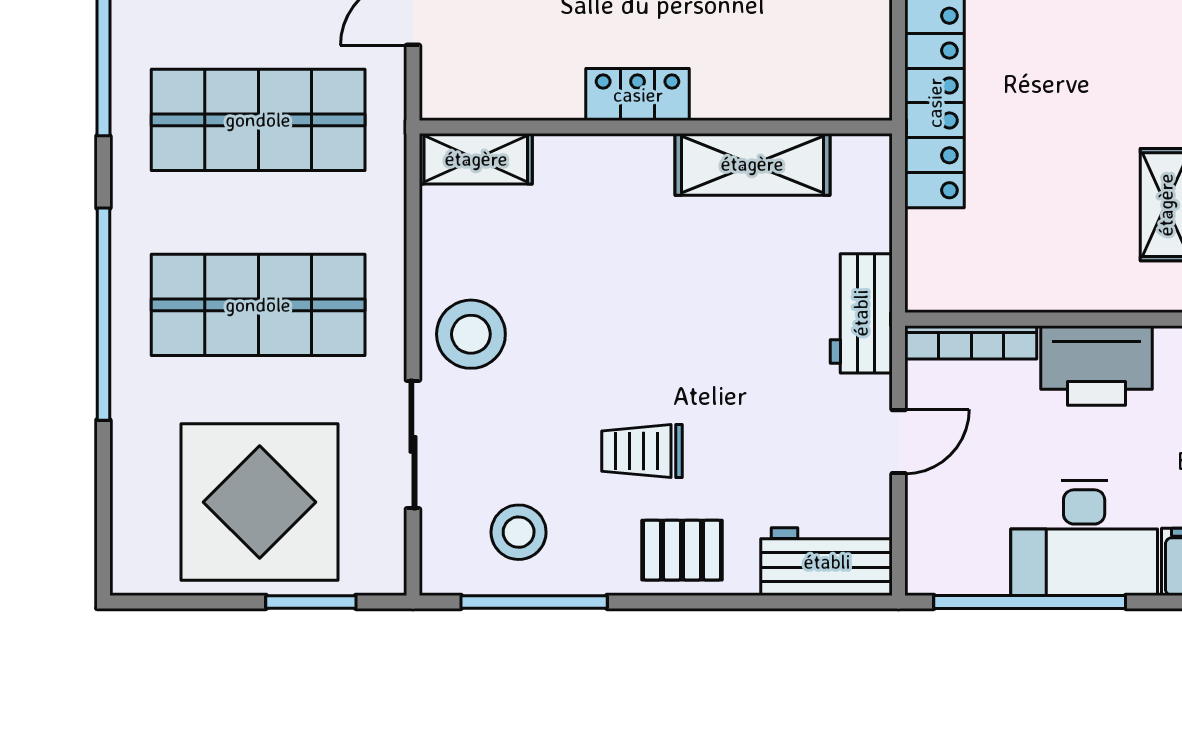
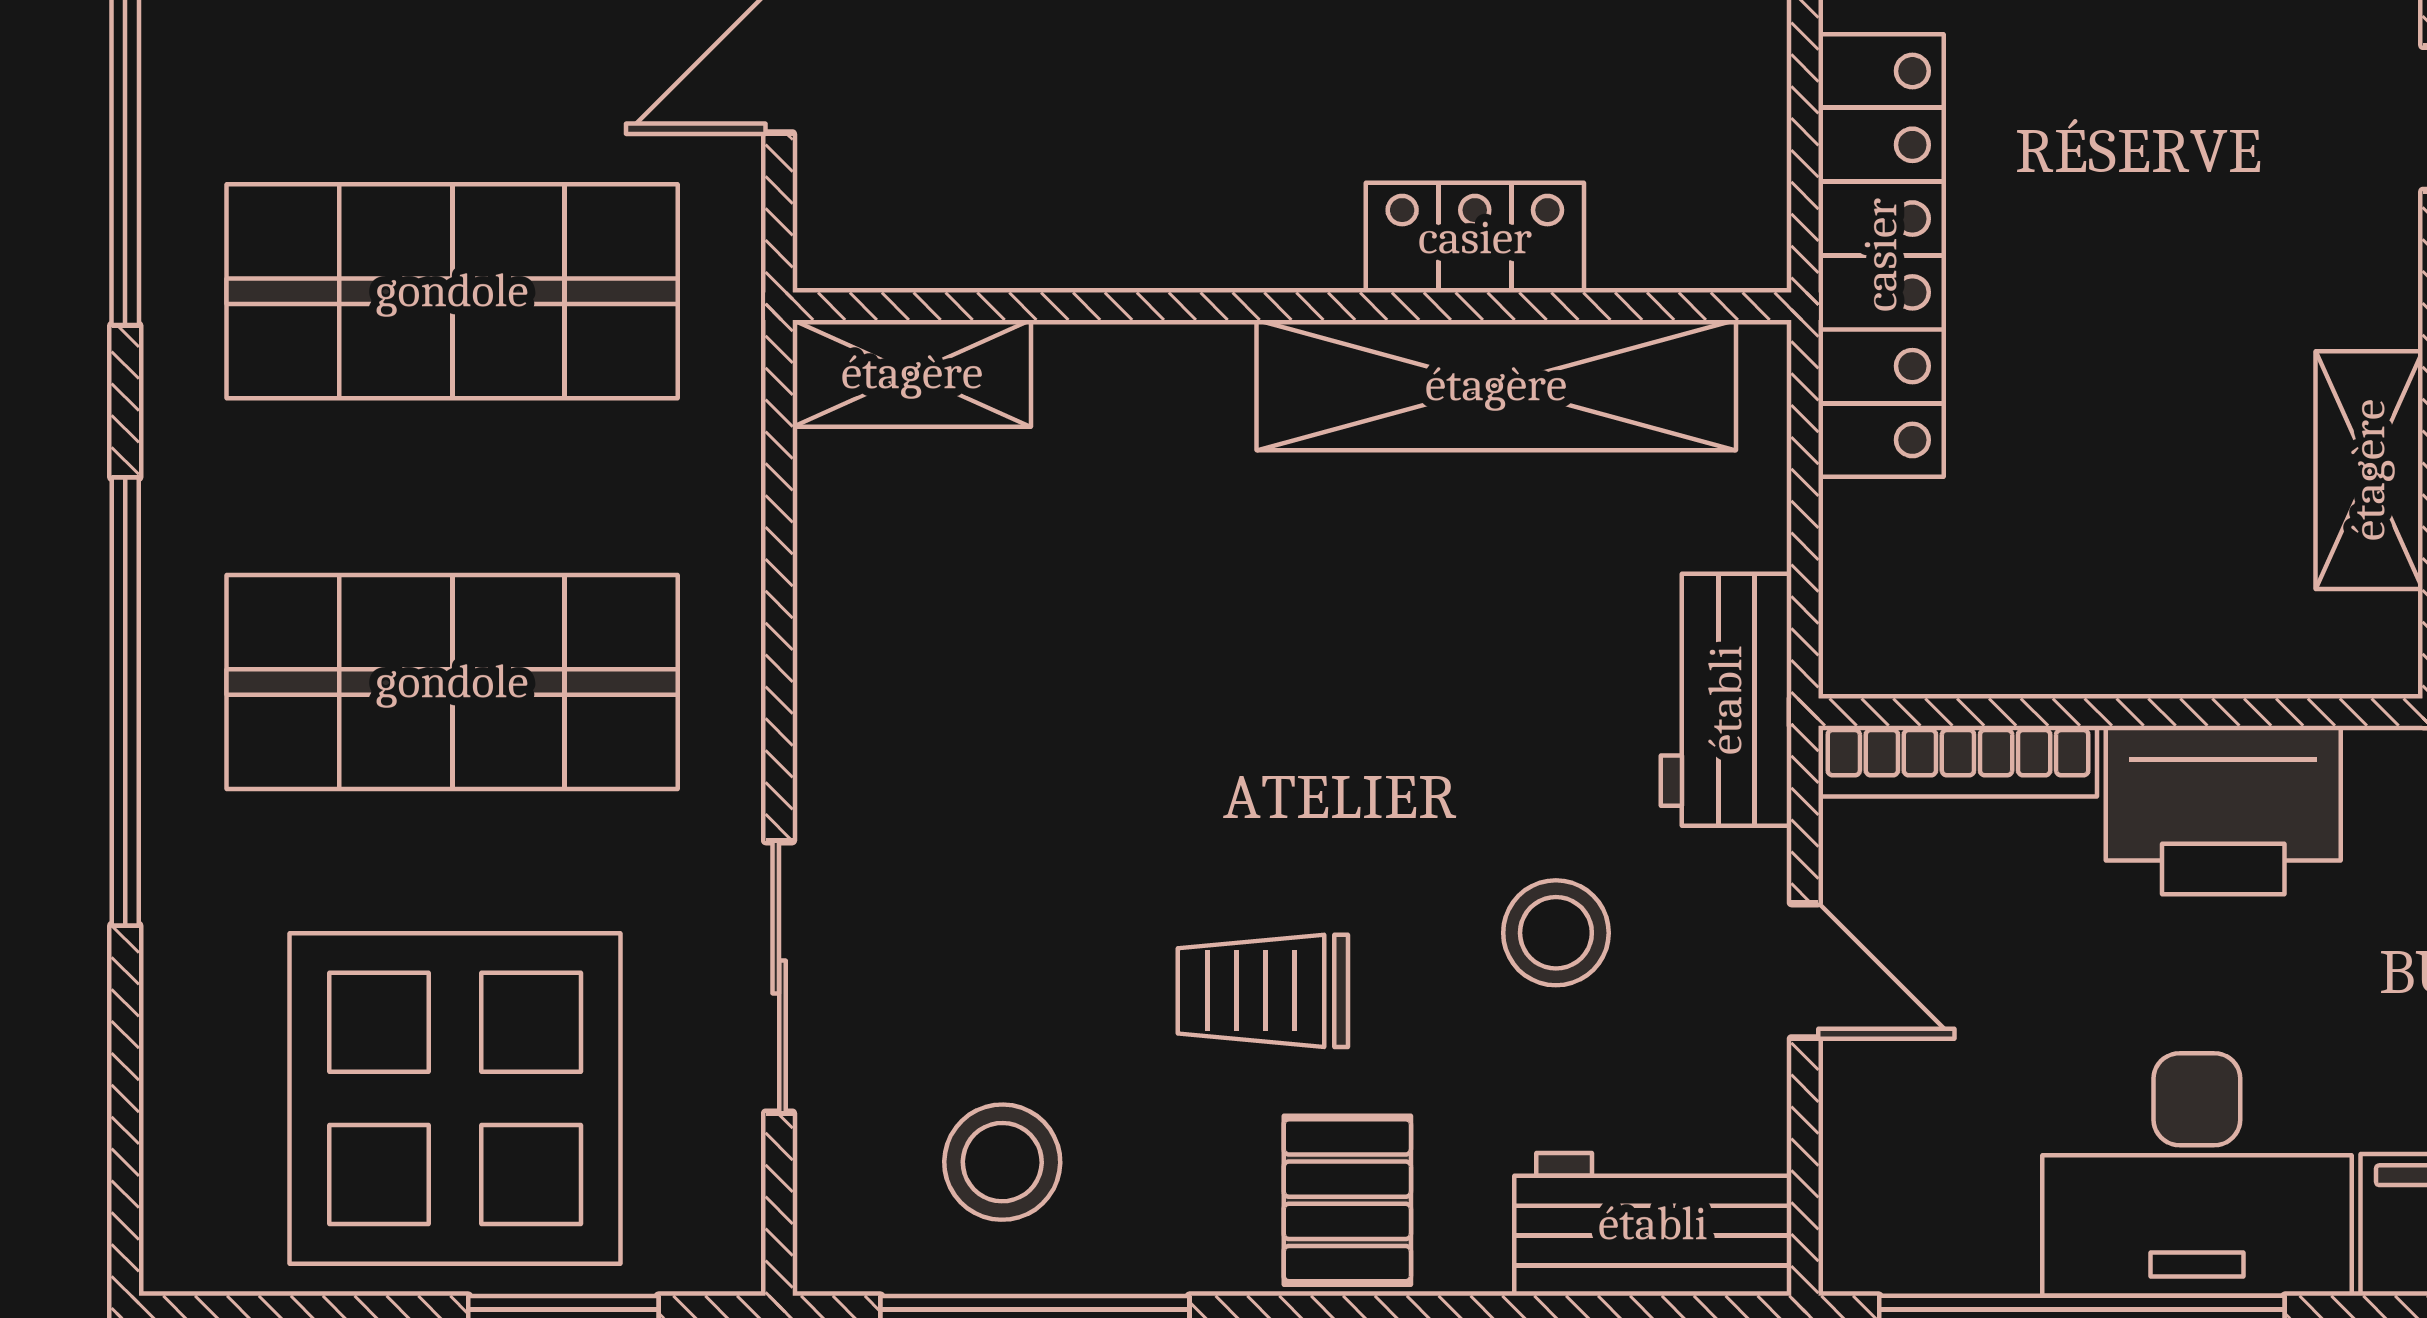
locker: (638, 95) -> (1475, 238), moved
shelving: (752, 164) -> (1496, 385), width x1.47
stool: (471, 334) -> (1556, 933), moved, width x0.73, depth x0.73
door: (899, 442) -> (1805, 971), hinge flipped
pallet: (682, 550) -> (1347, 1200), turned 90

